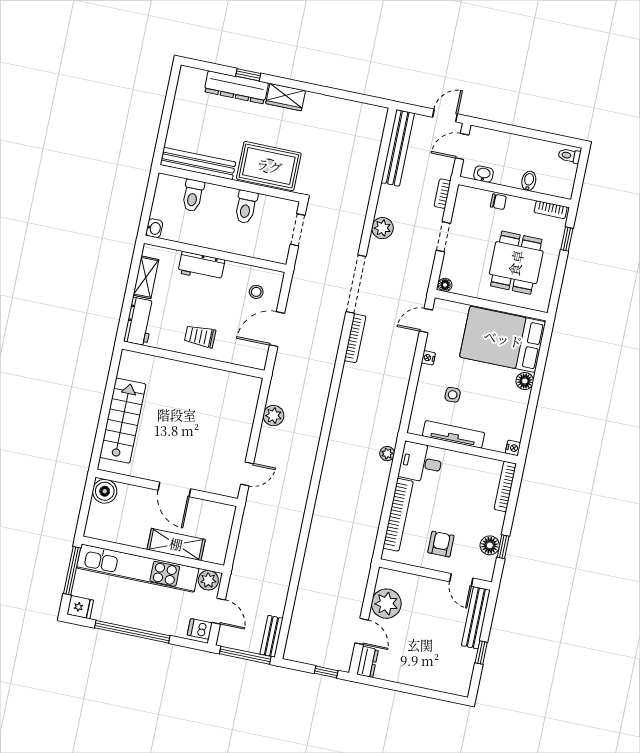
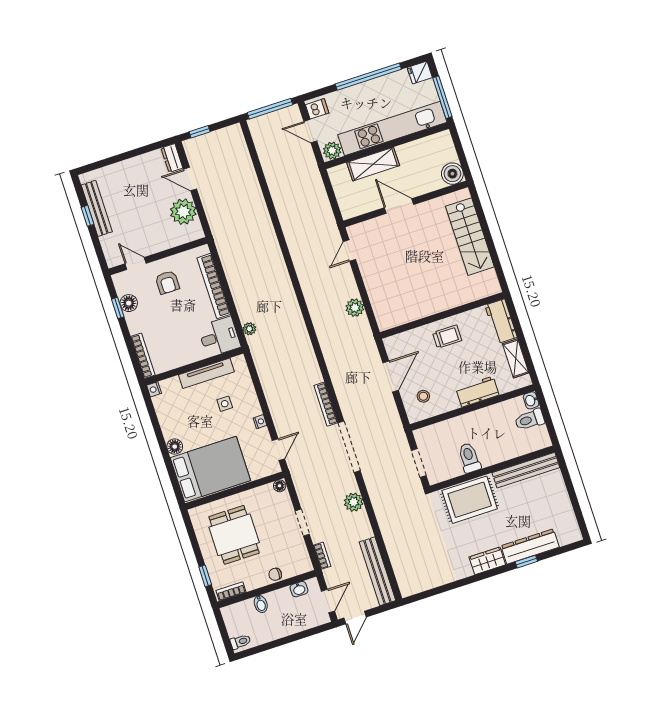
toilet: (193, 195) -> (530, 420), moved, turned -90
bench: (476, 618) -> (97, 208), moved
bench: (271, 636) -> (258, 135), removed

